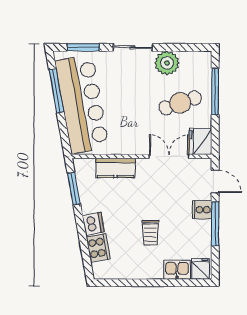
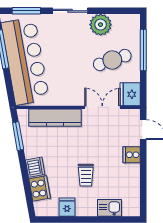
kitchen counter: (116, 168) -> (55, 118), width x1.50
window: (215, 224) -> (143, 167), removed
fridge: (200, 269) -> (67, 207), moved

